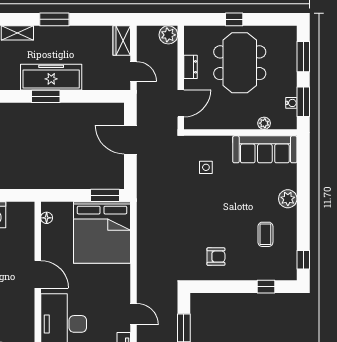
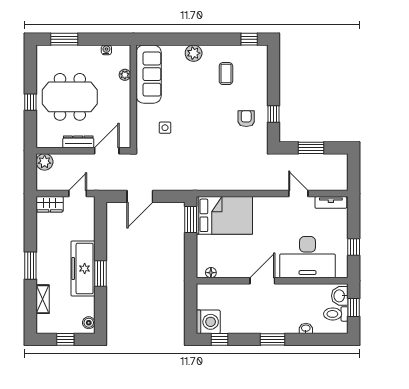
dresser: (190, 67) -> (78, 142), width x1.44
window: (303, 102) -> (105, 39), removed
door: (181, 103) -> (107, 151), hinge flipped
bed: (102, 233) -> (224, 215), width x0.73
coffee table: (265, 234) -> (226, 74), turned 90
window: (266, 287) -> (273, 114), moved
door: (134, 314) -> (298, 194), hinge flipped

